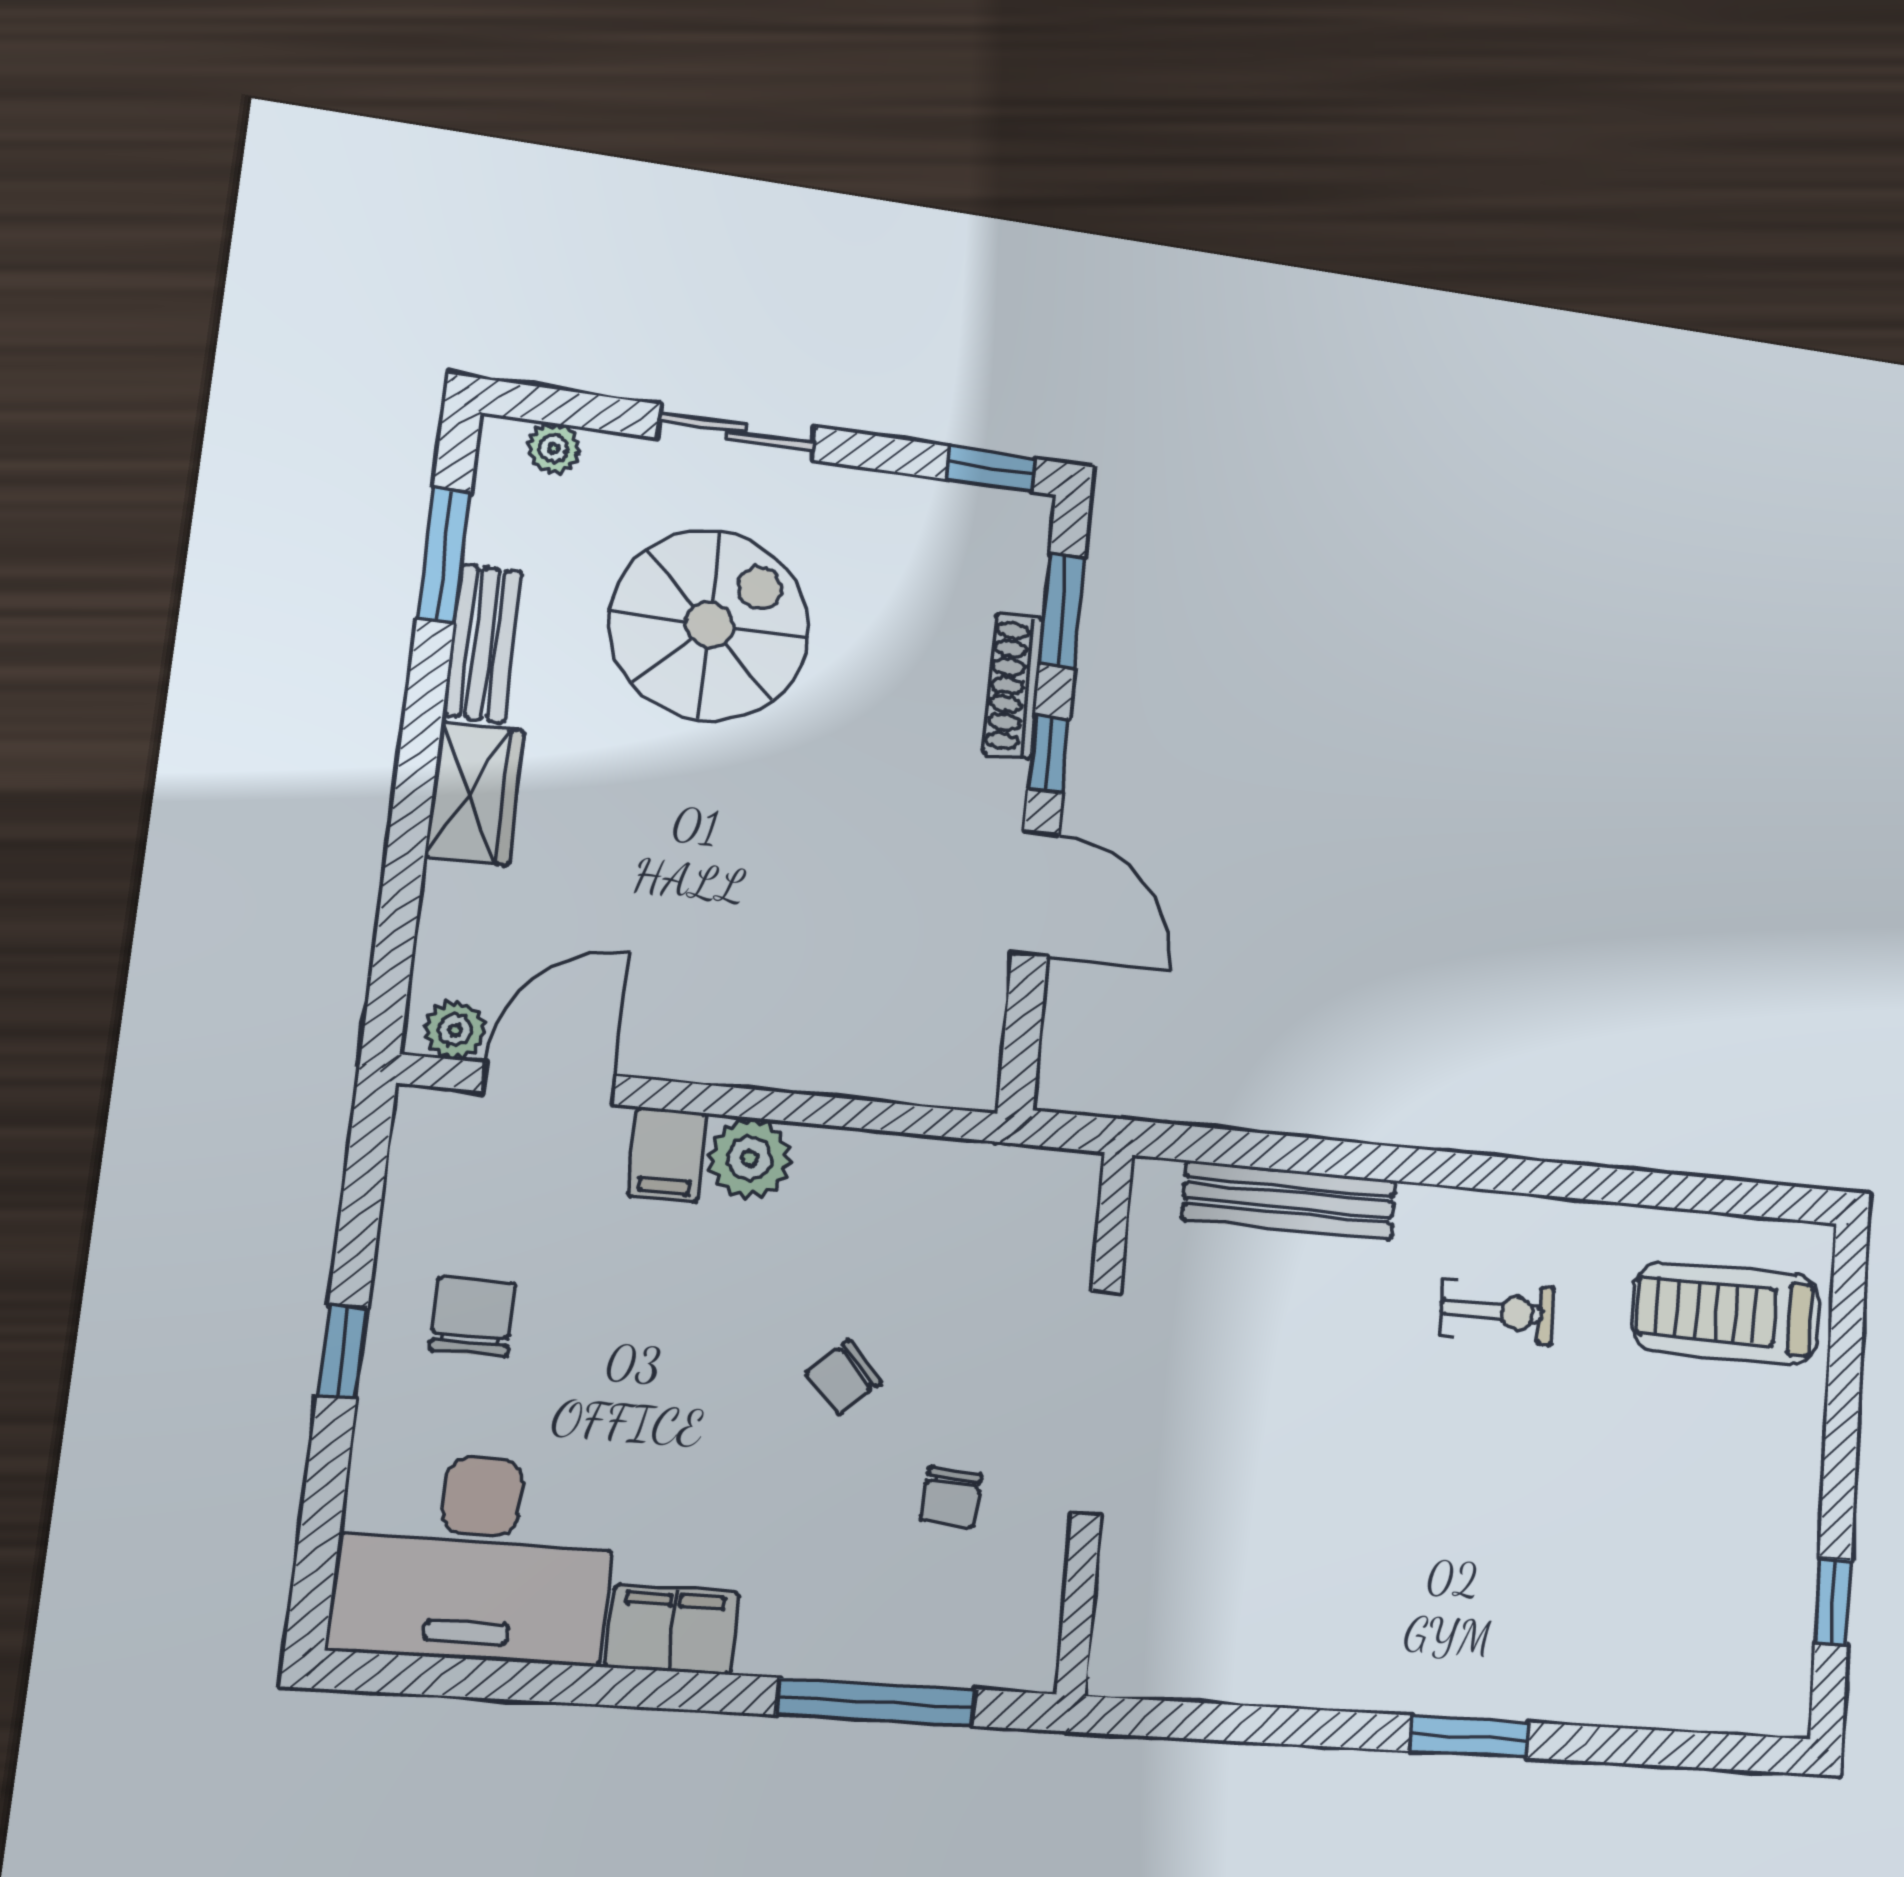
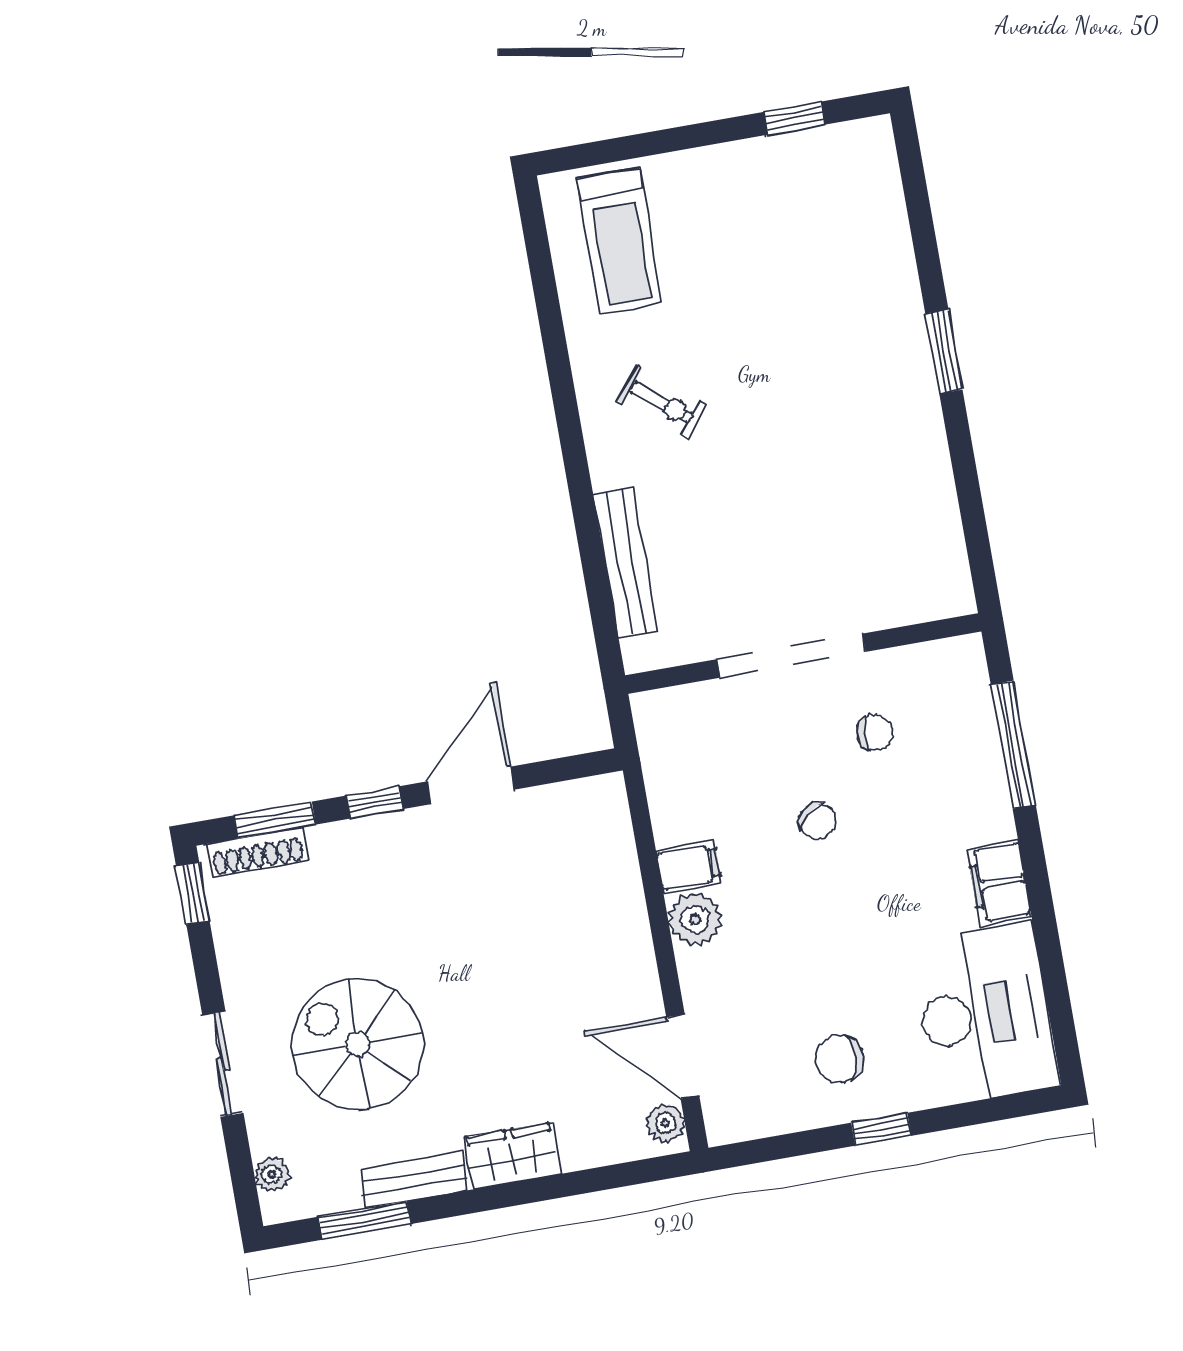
shoe rack: (1013, 686) -> (257, 852), moved
filing cabinet: (668, 1155) -> (689, 867), moved
exercise bike: (1497, 1312) -> (662, 402), turned 129

